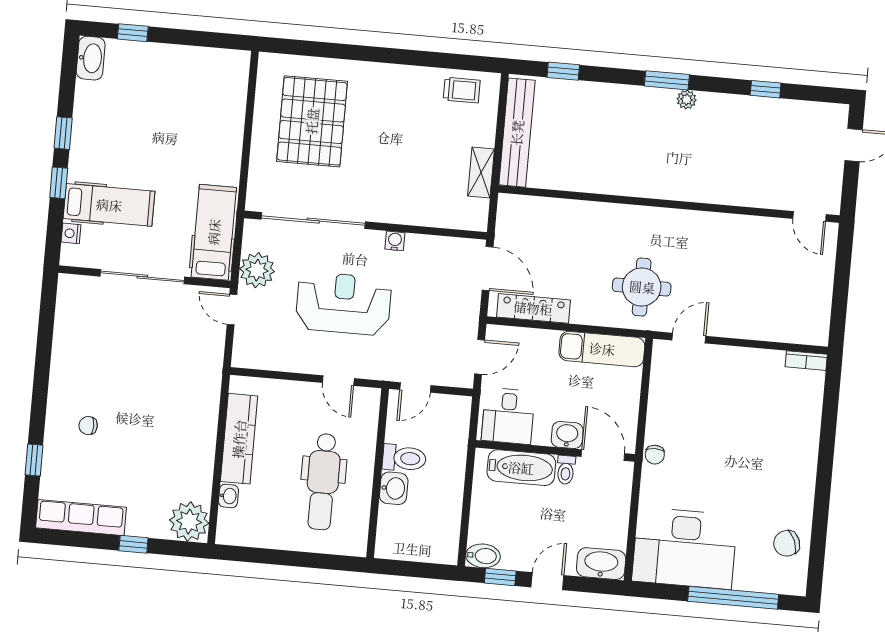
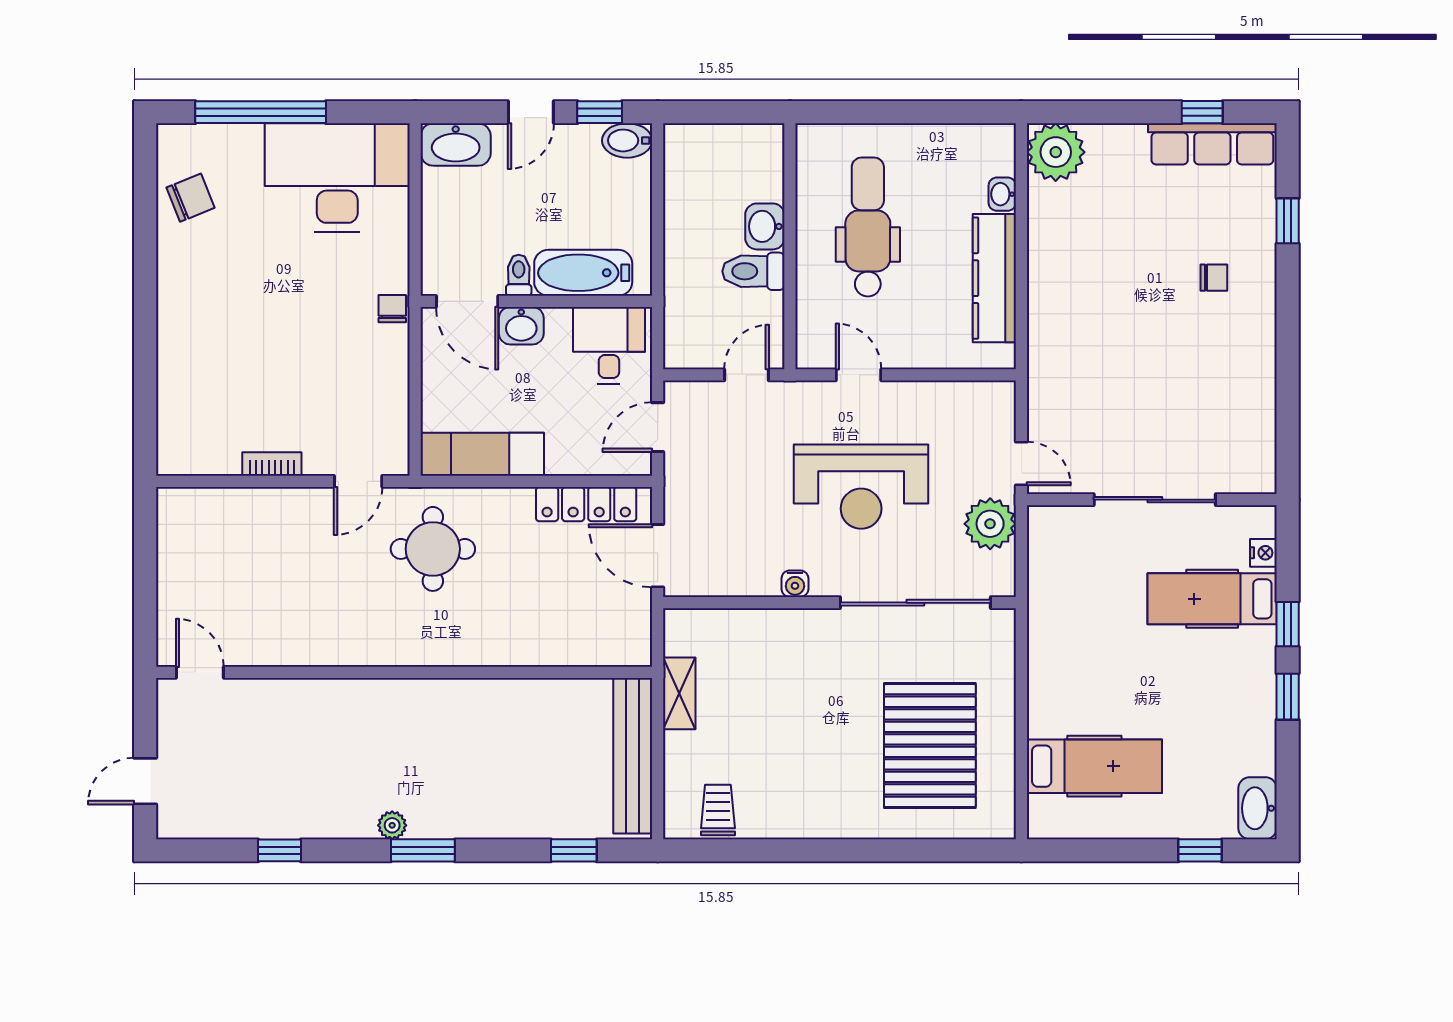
trolley: (462, 90) -> (718, 810), turned 90
hospital bed: (214, 232) -> (1094, 766), moved, turned -90
bookcase: (806, 361) -> (272, 464), moved
window: (133, 544) -> (1202, 112), moved

